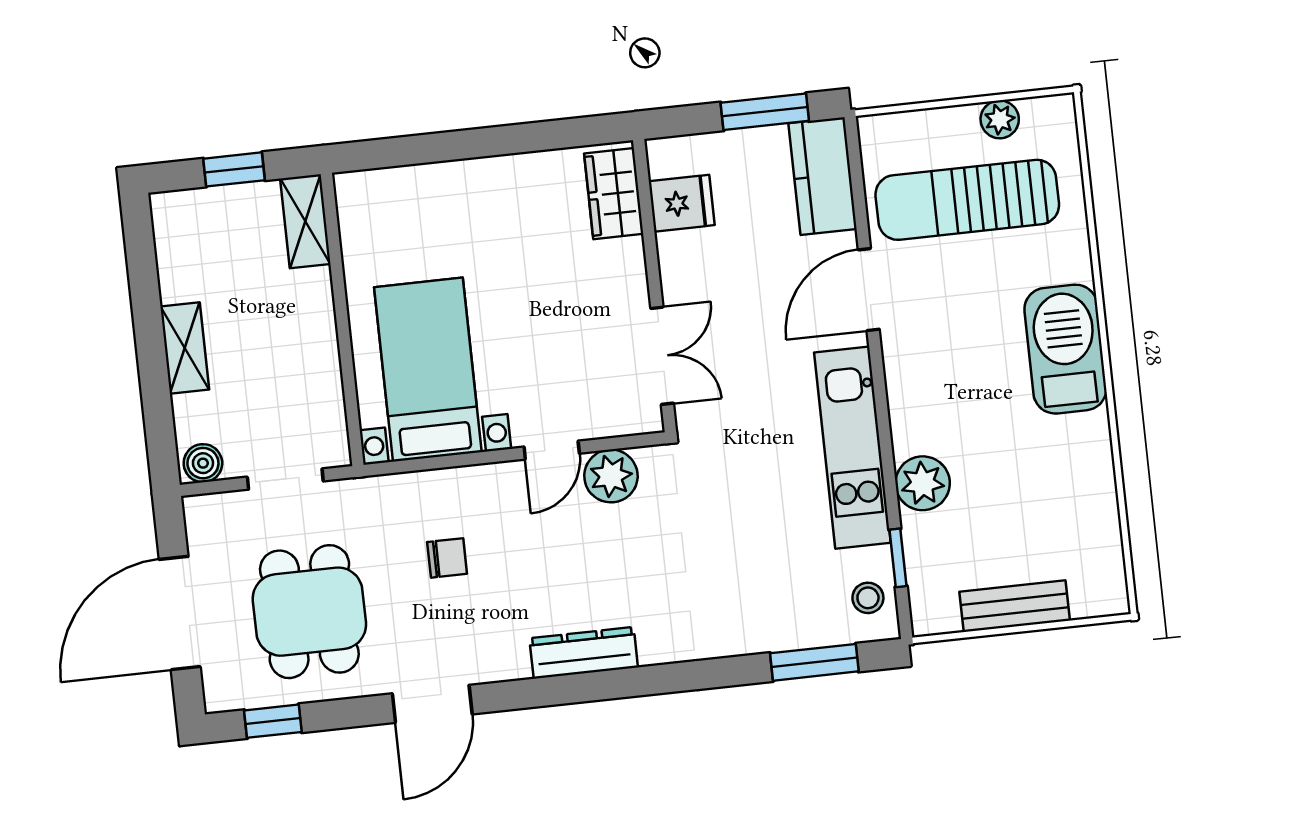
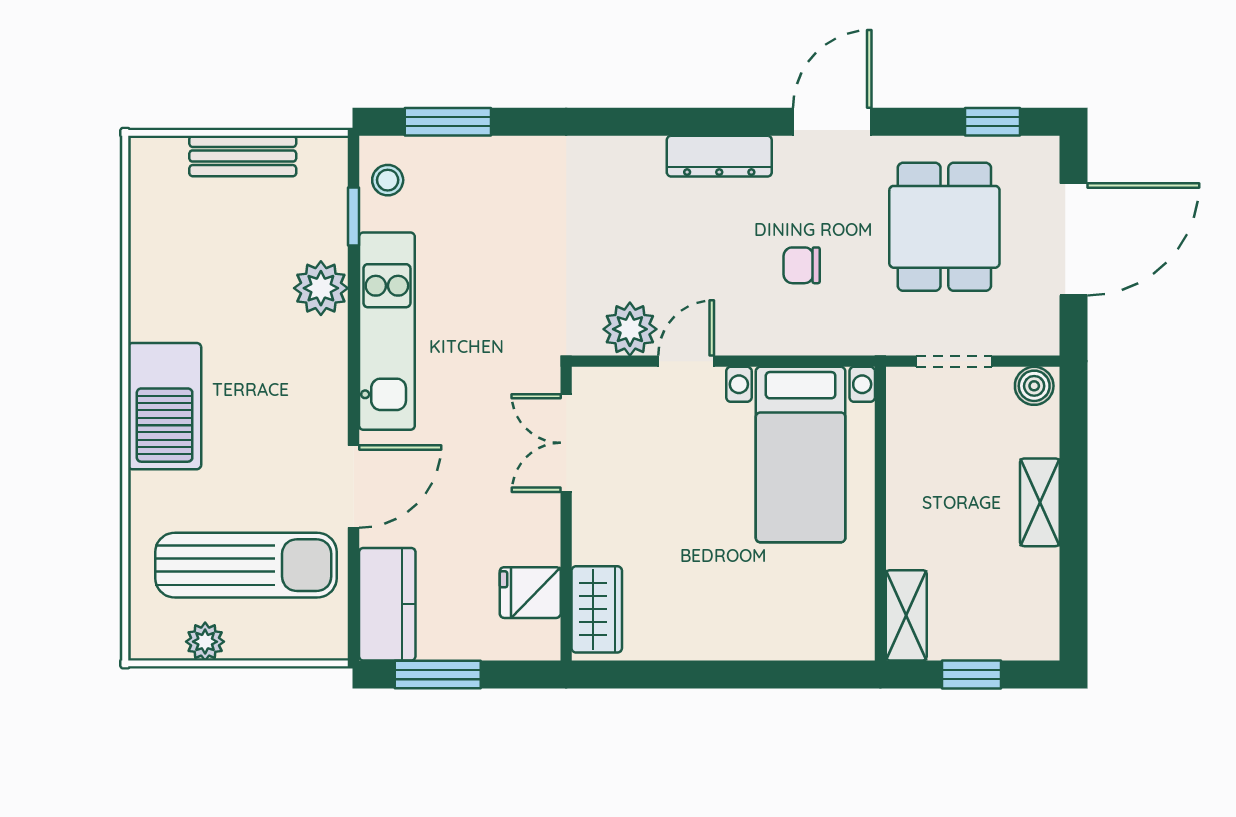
dresser: (584, 653) -> (719, 156), moved

